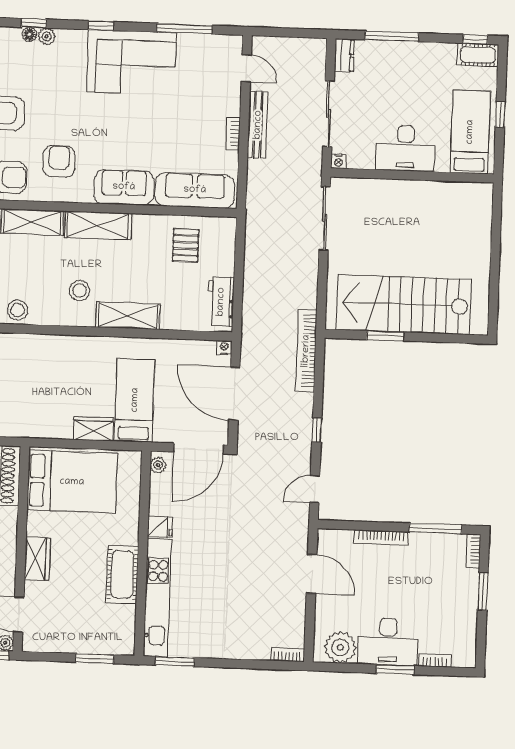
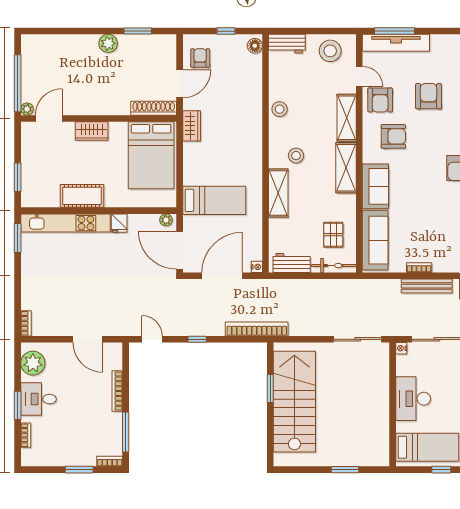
window: (496, 241) -> (345, 470), added
pallet: (186, 245) -> (333, 235), turned 90
bicycle: (226, 246) -> (334, 266), added
wardrobe: (93, 429) -> (192, 126), moved
door: (312, 574) -> (88, 339), hinge flipped
desk: (388, 642) -> (38, 399), width x0.73

